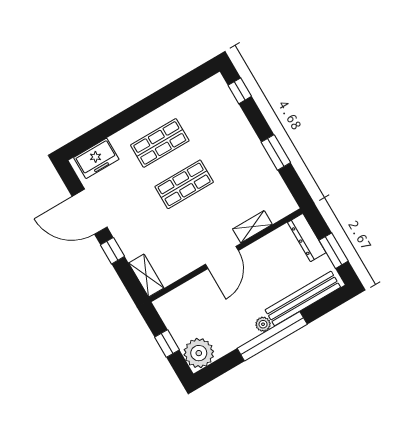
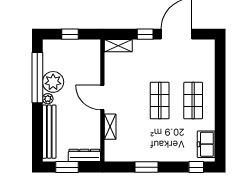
freezer: (96, 158) -> (206, 144), moved
window: (272, 336) -> (37, 78), moved
plant: (199, 353) -> (53, 82), moved

